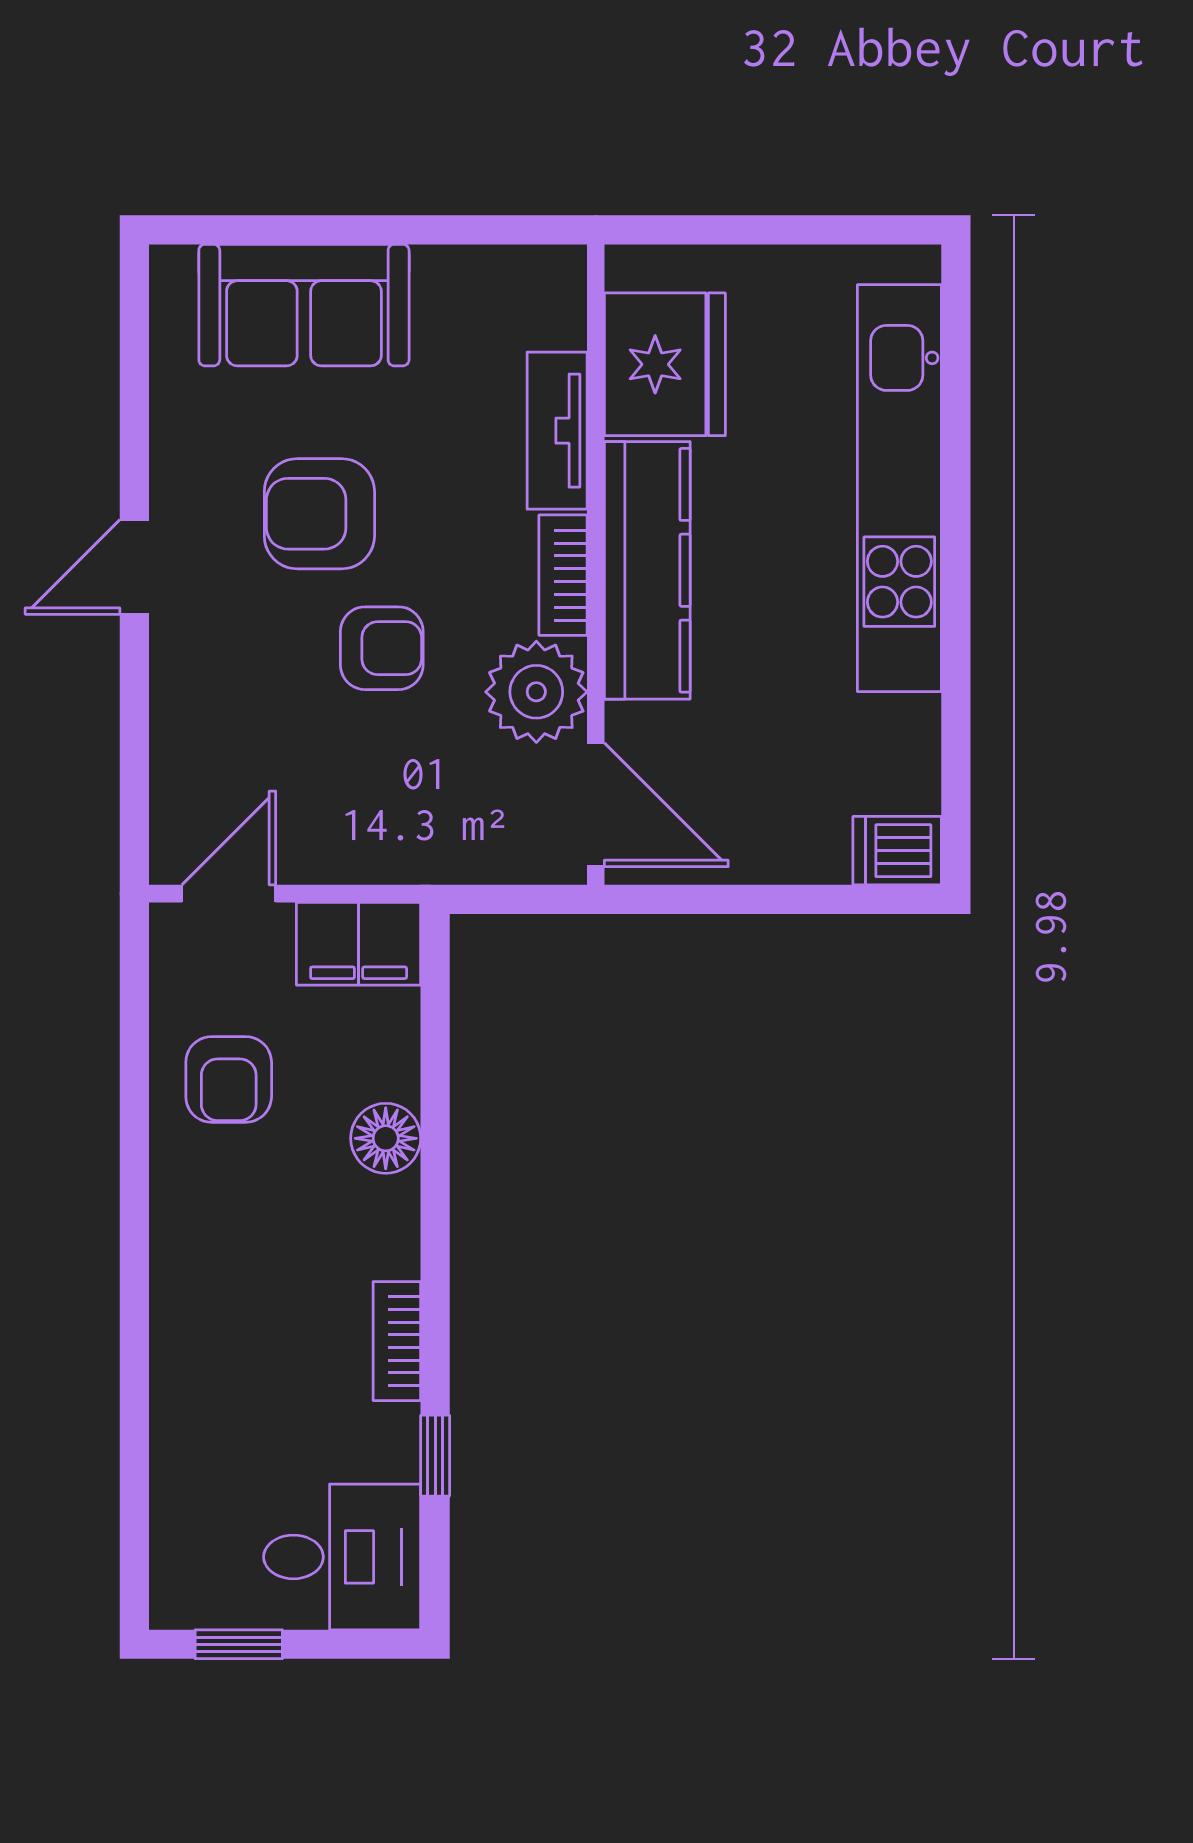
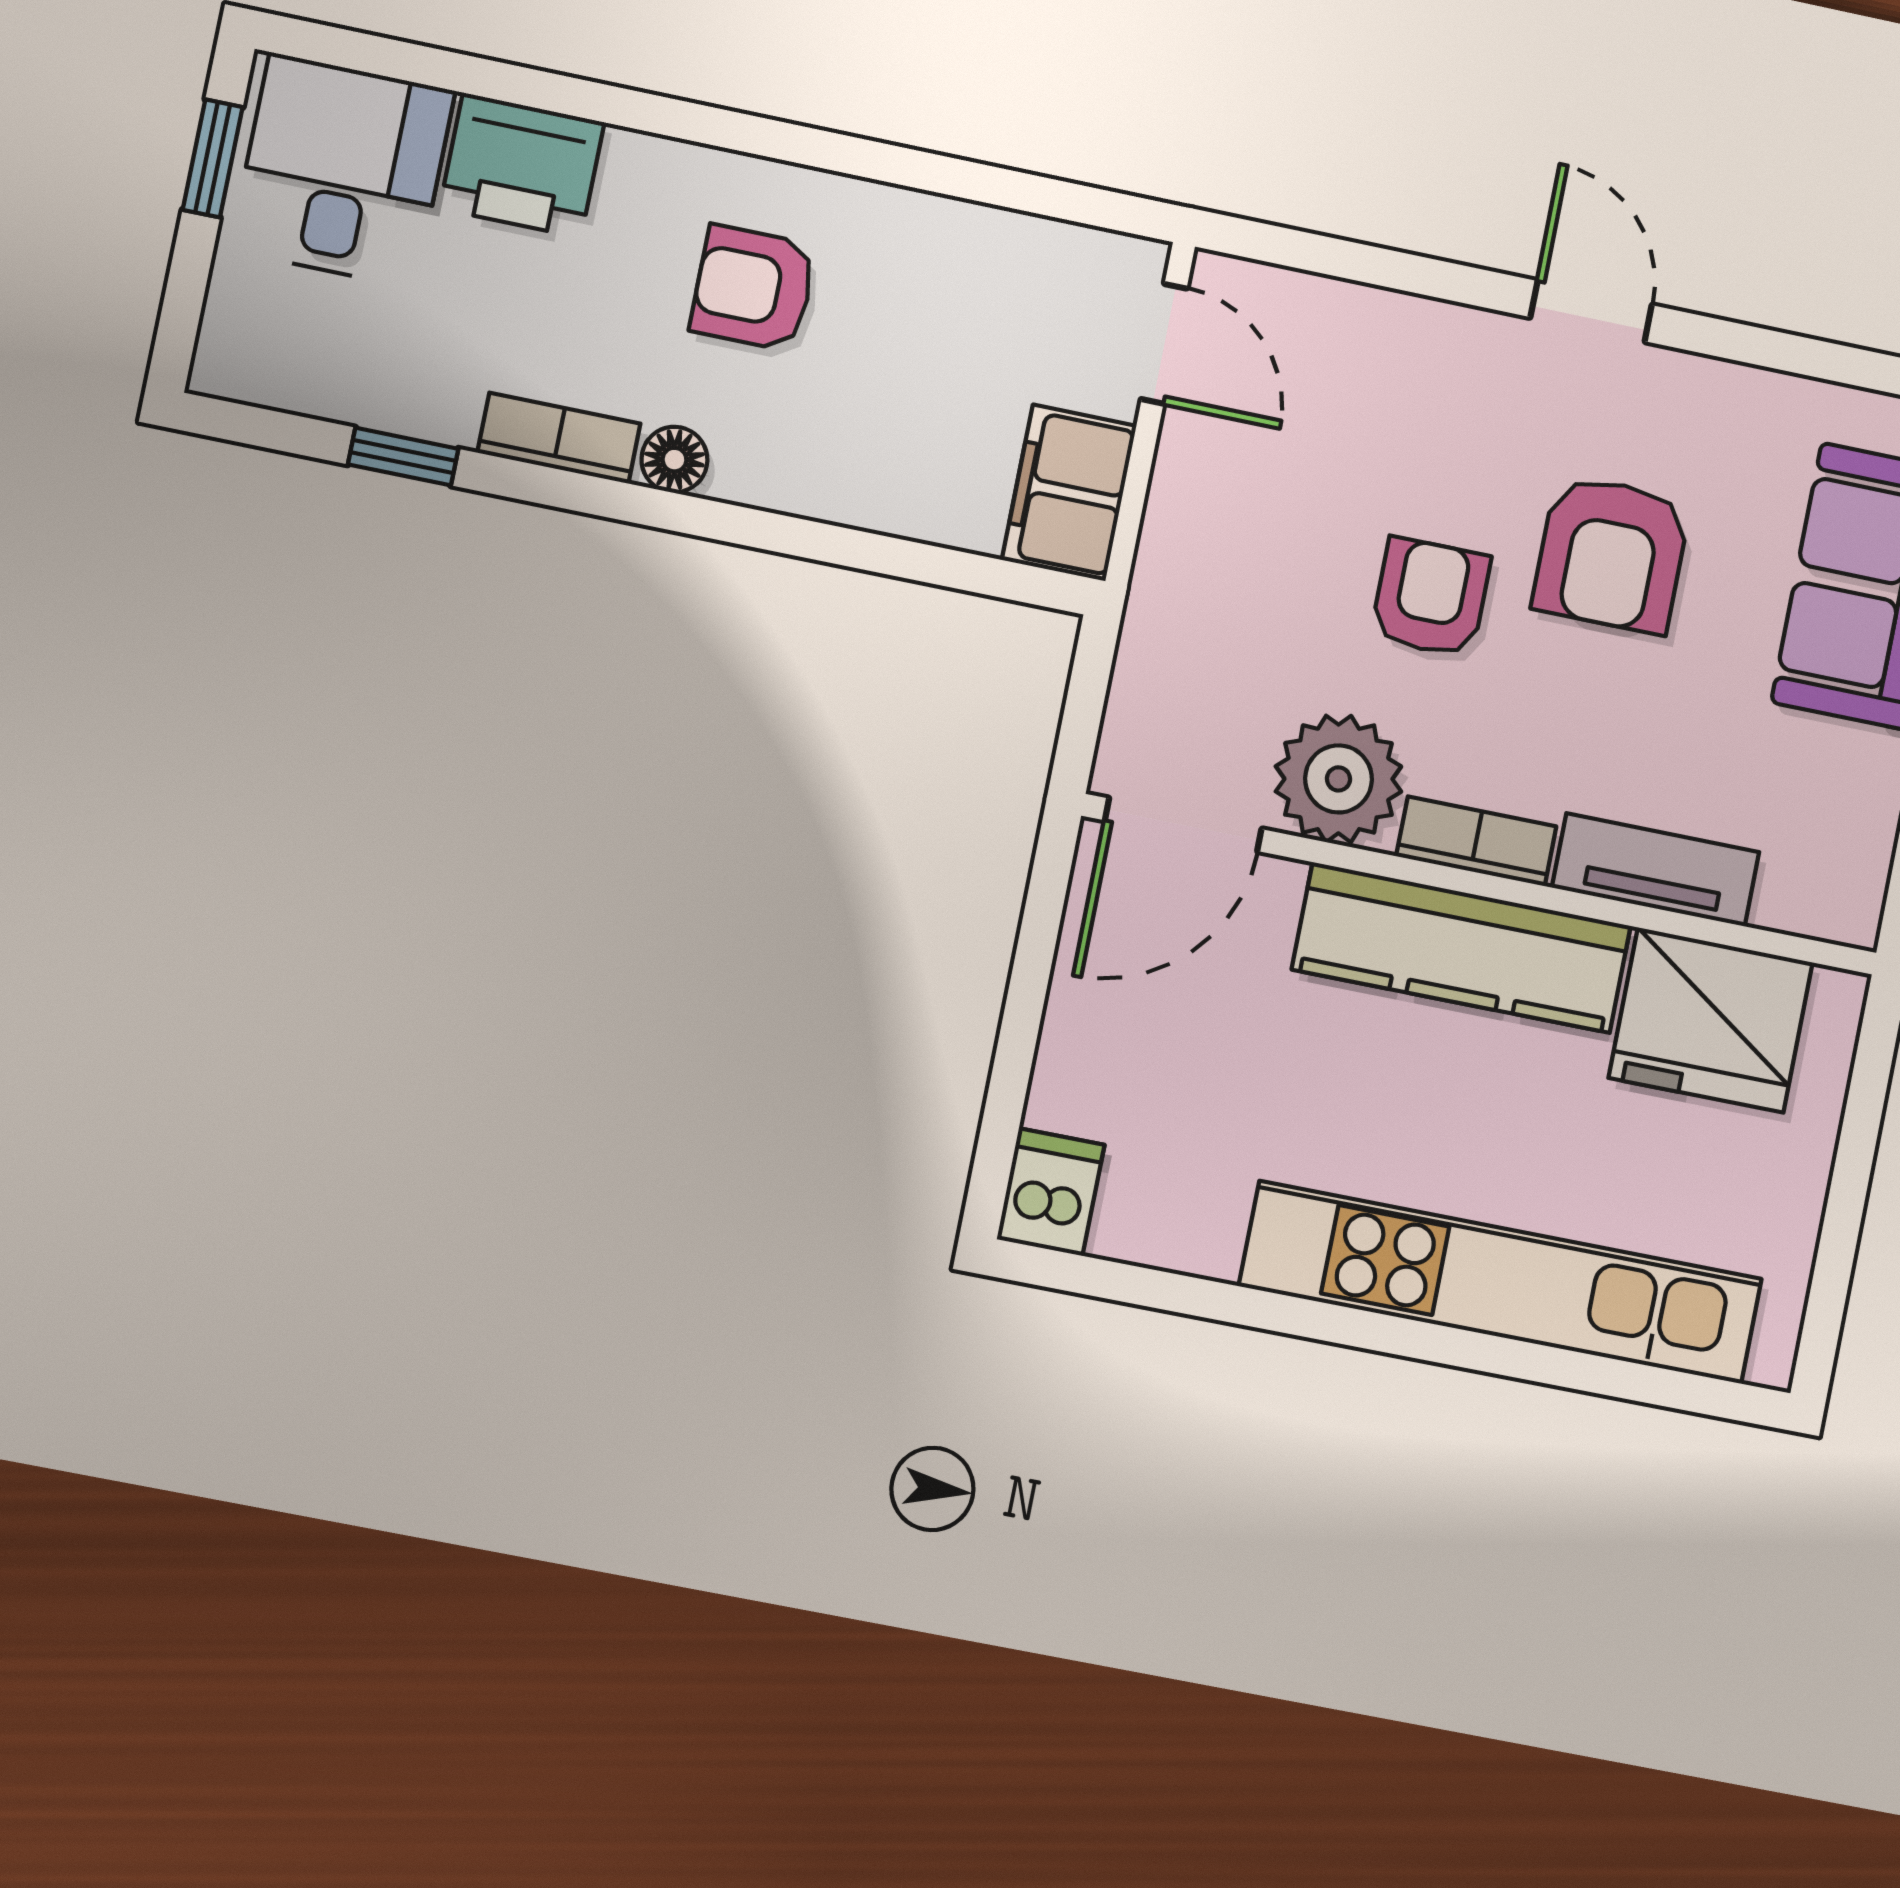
armchair: (319, 514) -> (1611, 554), turned 180
armchair: (382, 648) -> (1431, 597), turned 180
armchair: (229, 1079) -> (753, 288), moved
floor lamp: (386, 1138) -> (674, 460), moved, width x0.73, depth x0.73
printer: (195, 1411) -> (522, 165), added
desk: (342, 1557) -> (342, 170), moved, turned 180

